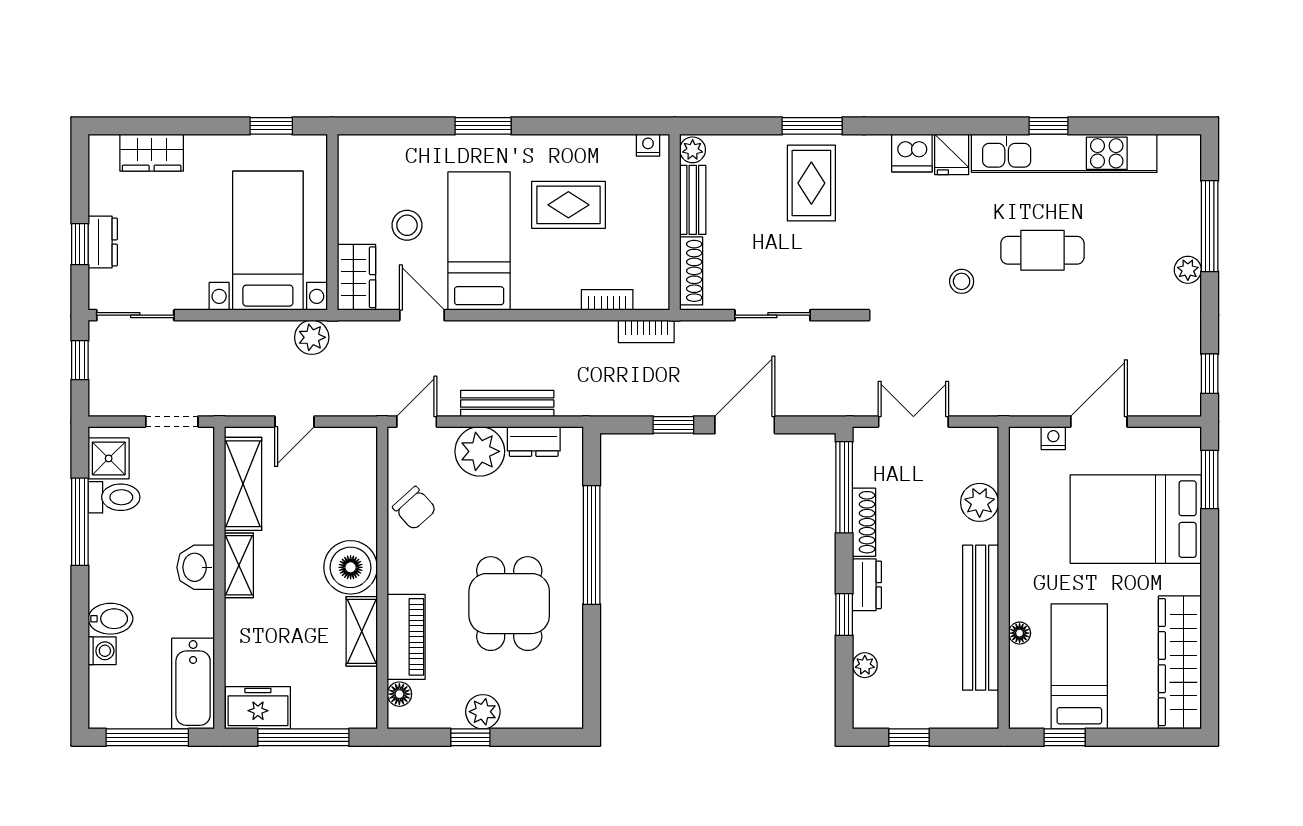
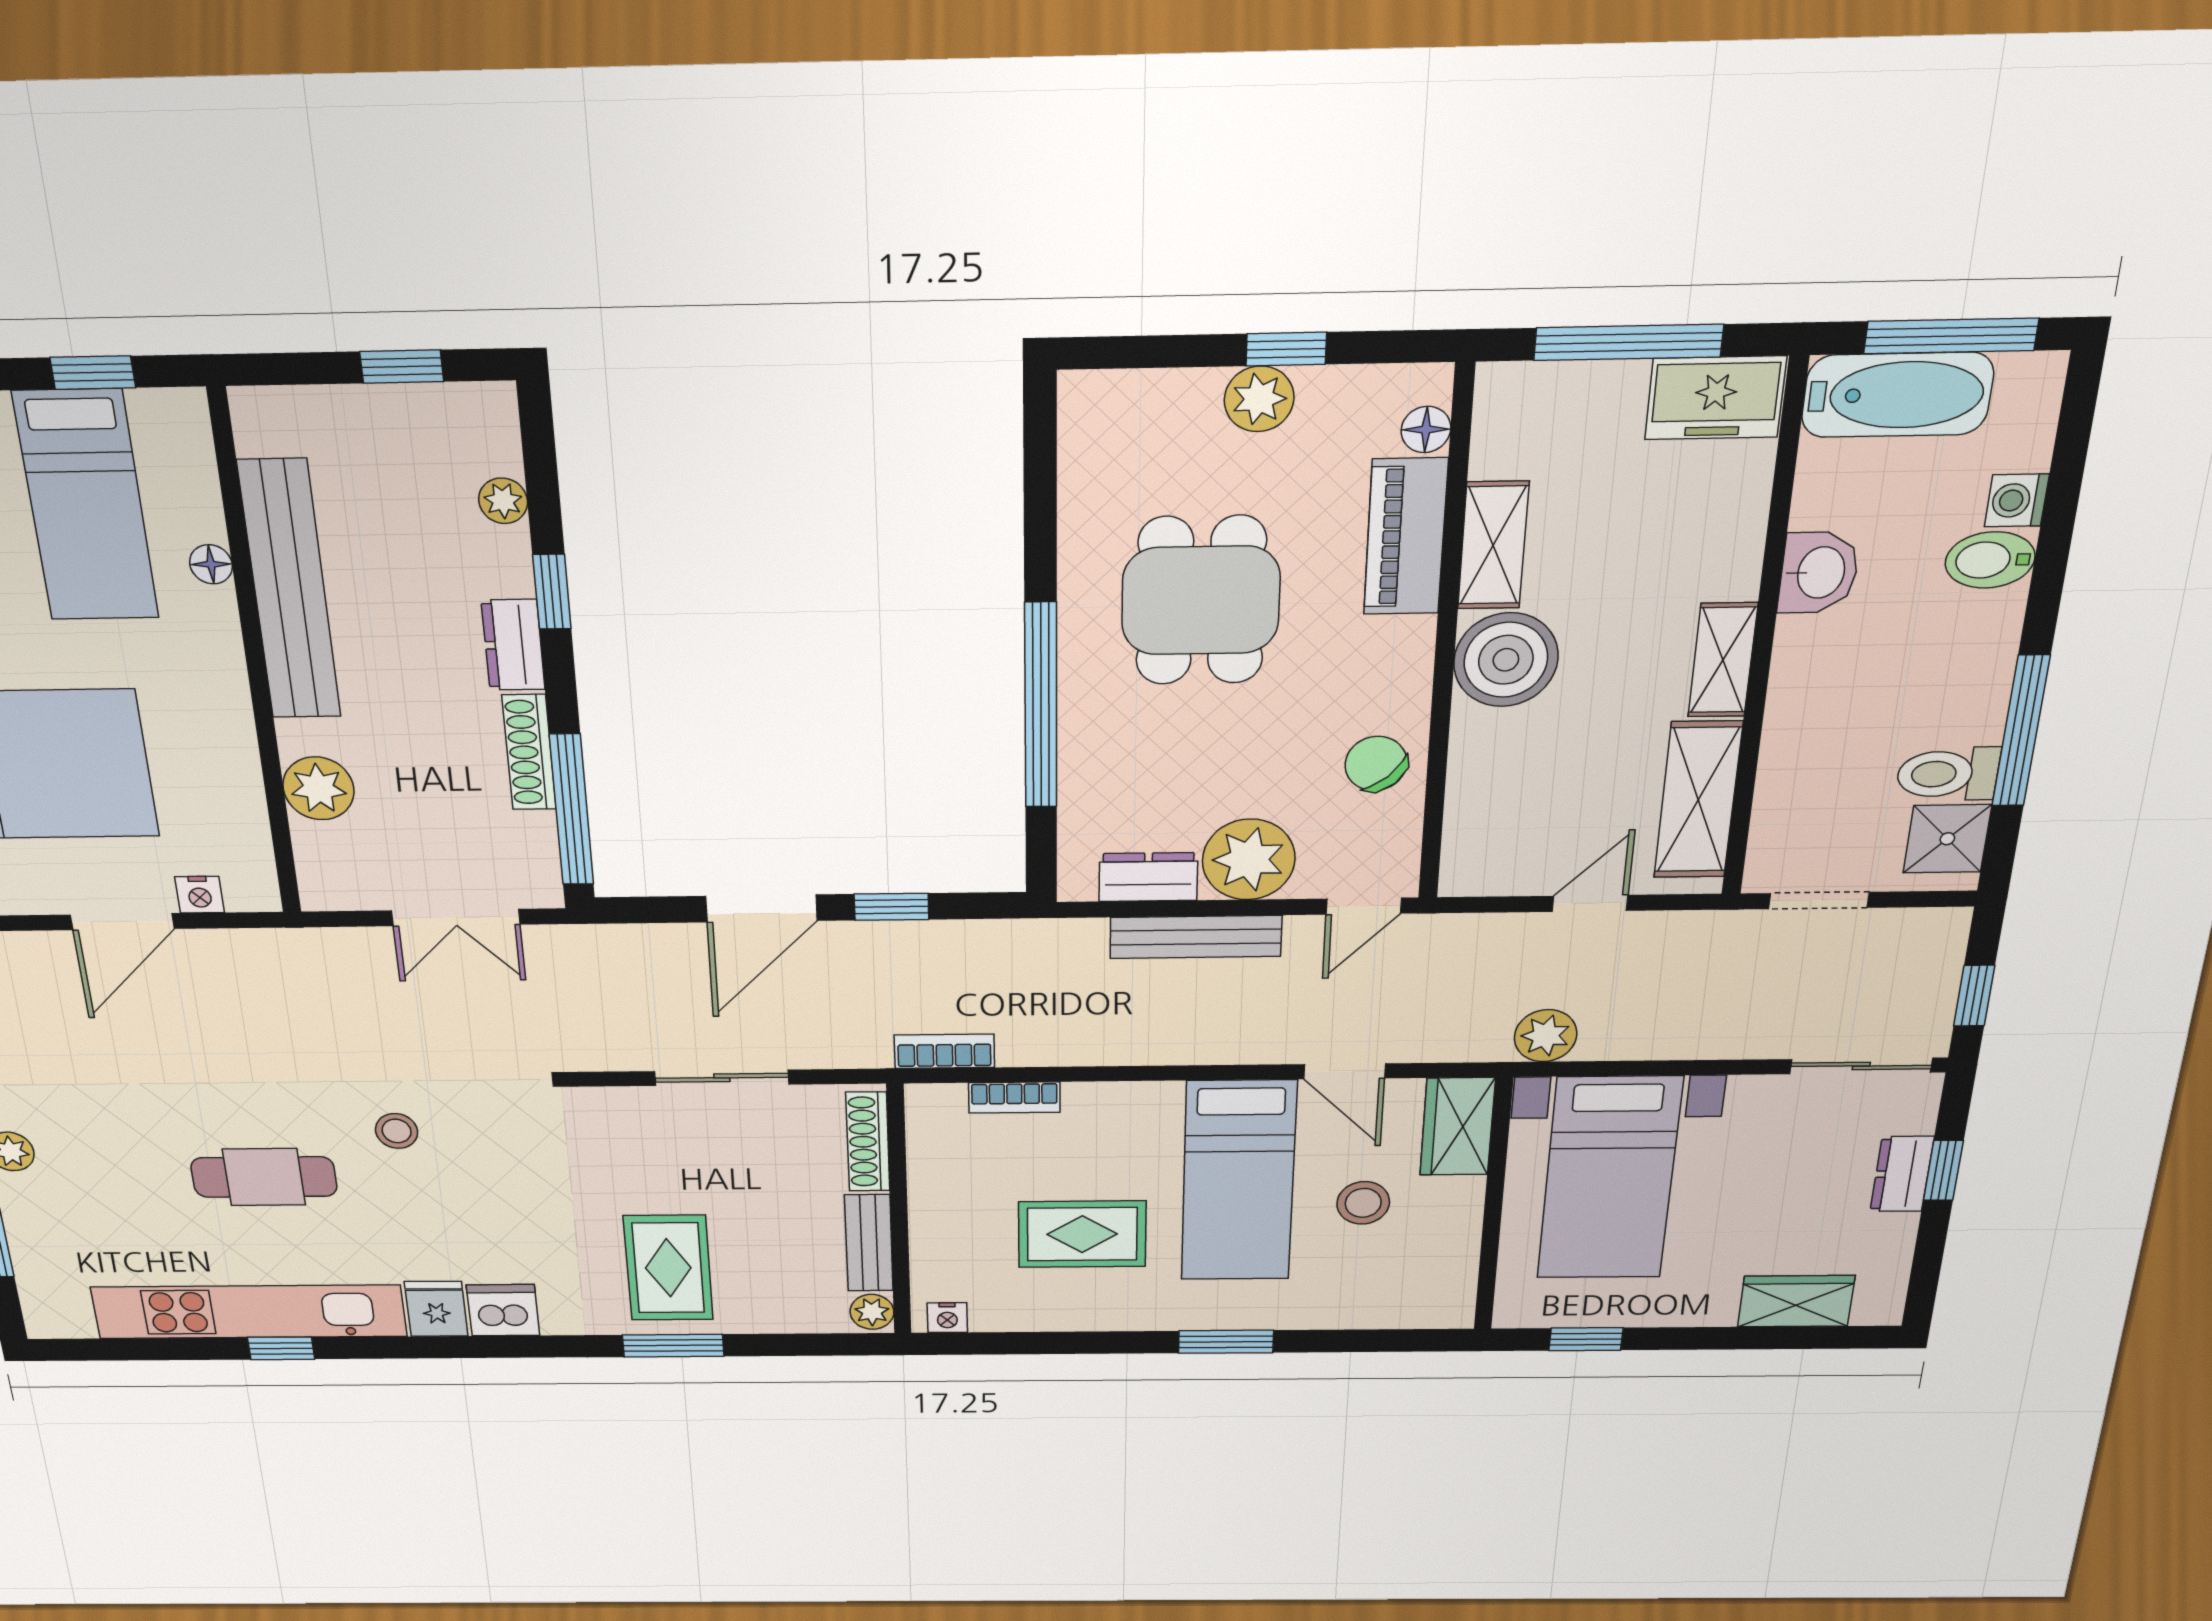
washbasin: (196, 567) -> (1819, 573), moved
bathtub: (193, 684) -> (1897, 395), moved, turned 90

